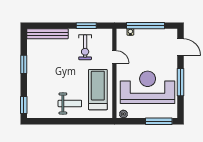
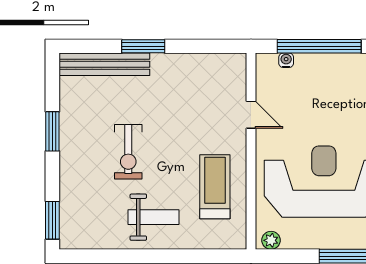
window: (86, 26) -> (143, 46), moved
exercise bike: (85, 47) -> (128, 152), moved
treadmill: (98, 90) -> (215, 187), width x0.73, depth x0.73

